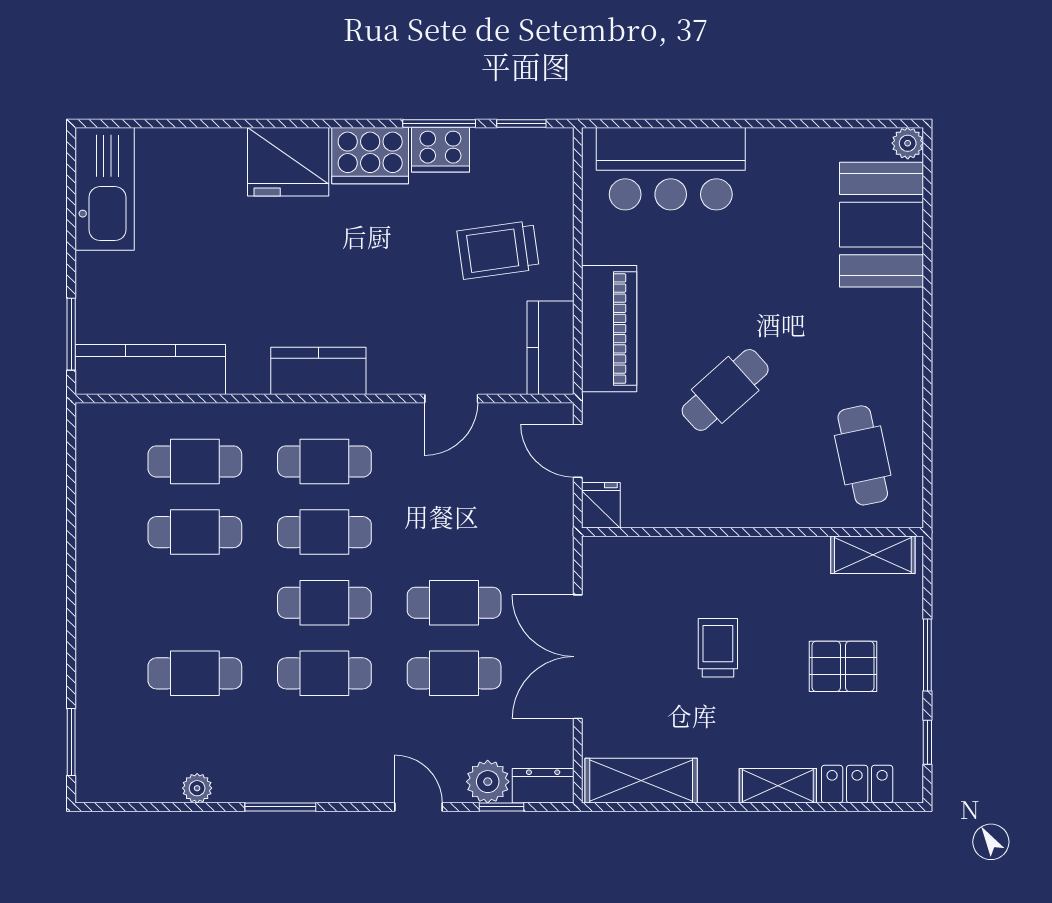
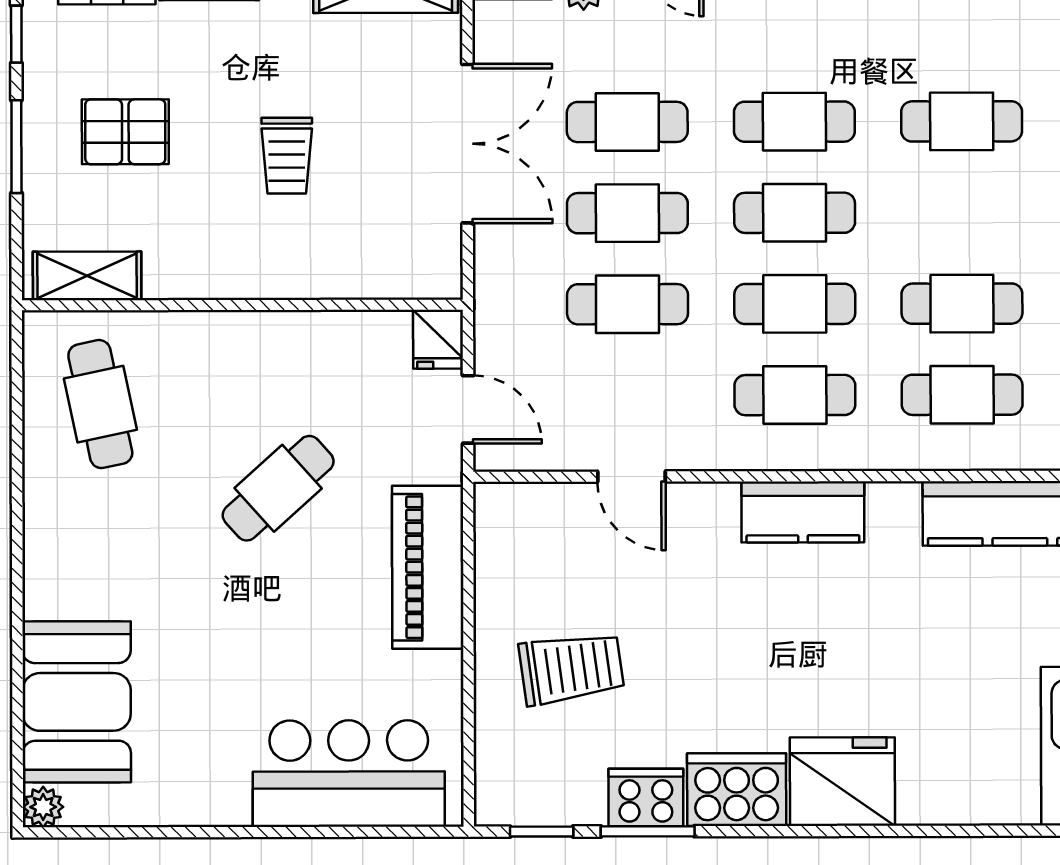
kitchen counter: (550, 348) -> (504, 542), removed
door: (451, 398) -> (631, 477), swing flipped
cafe table: (454, 532) -> (628, 304), added

